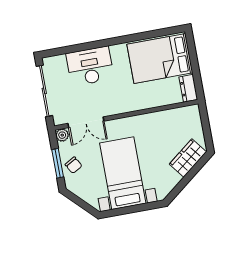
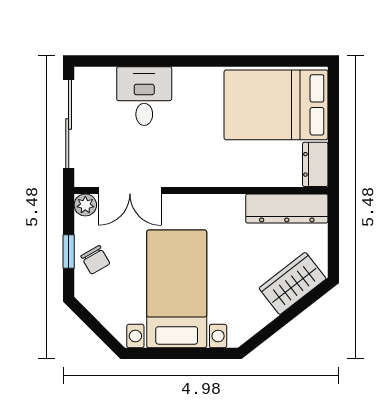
desk: (90, 66) -> (144, 96), width x0.73
dresser: (177, 116) -> (287, 209), added
window: (58, 163) -> (69, 252), width x0.67

